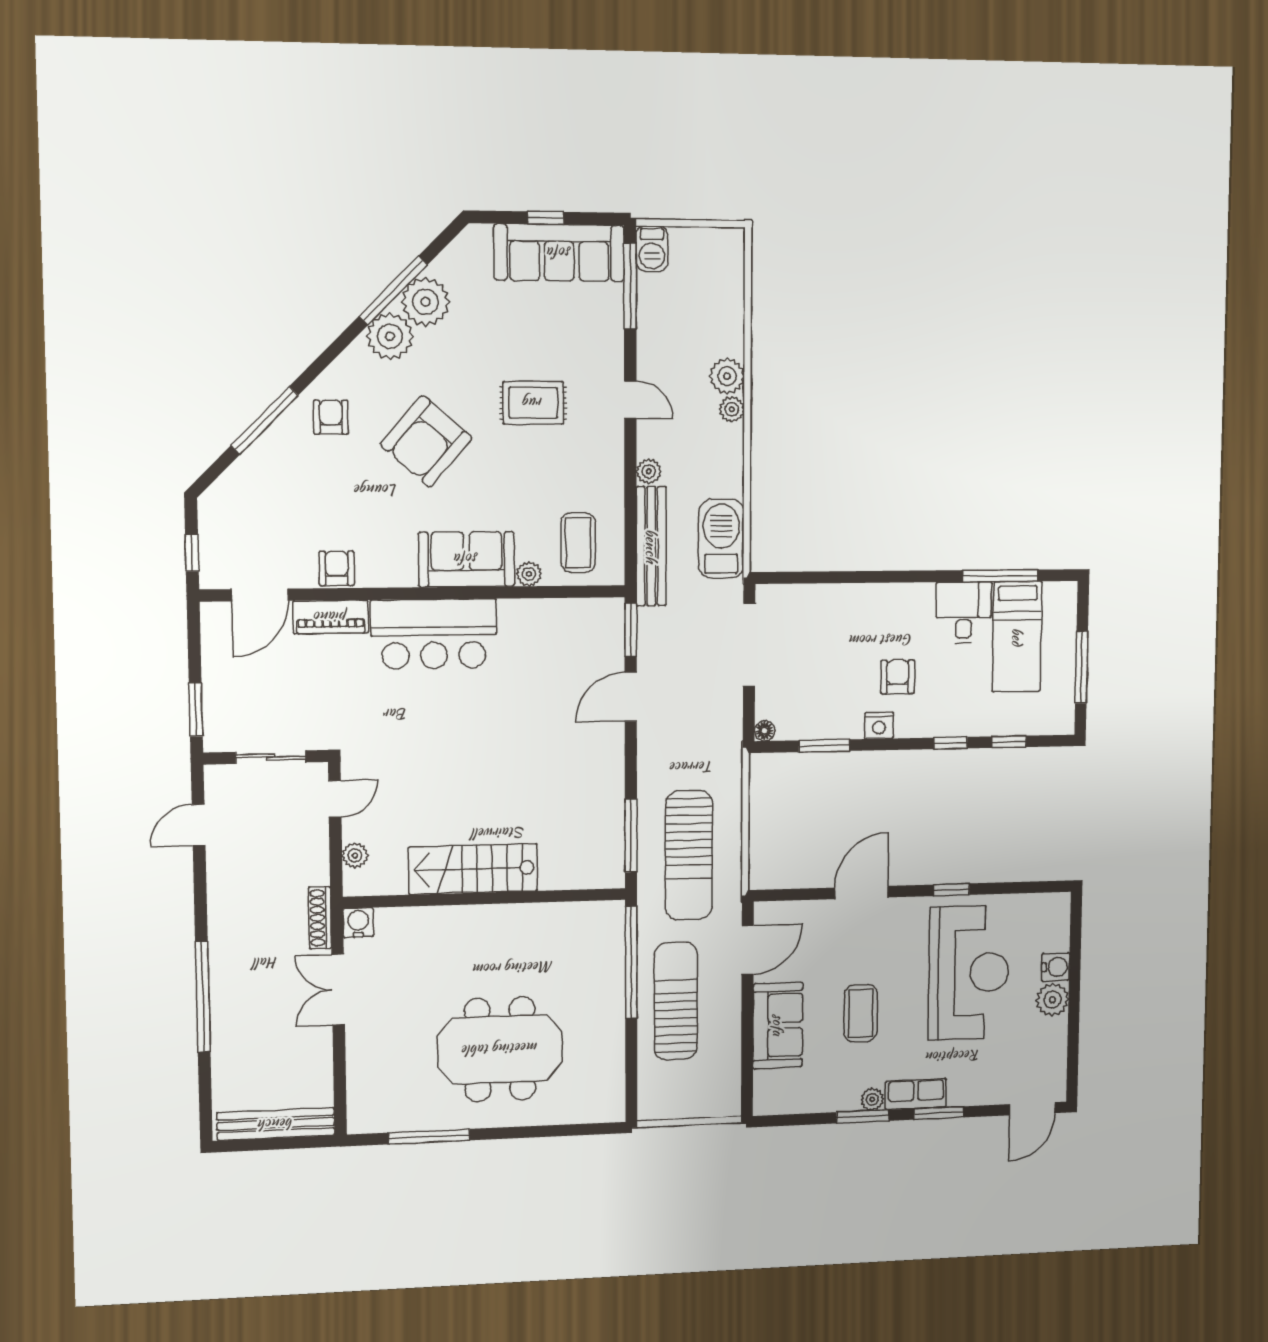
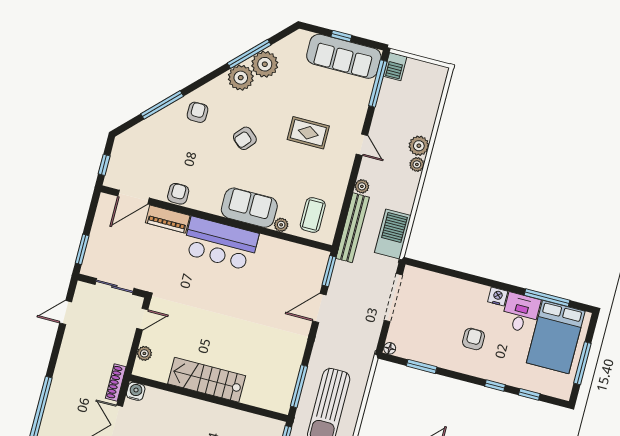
armchair: (426, 441) -> (245, 138), width x0.53, depth x0.53
bed: (1017, 637) -> (556, 337), width x1.50
nightstand: (879, 725) -> (498, 296), moved, turned 180

